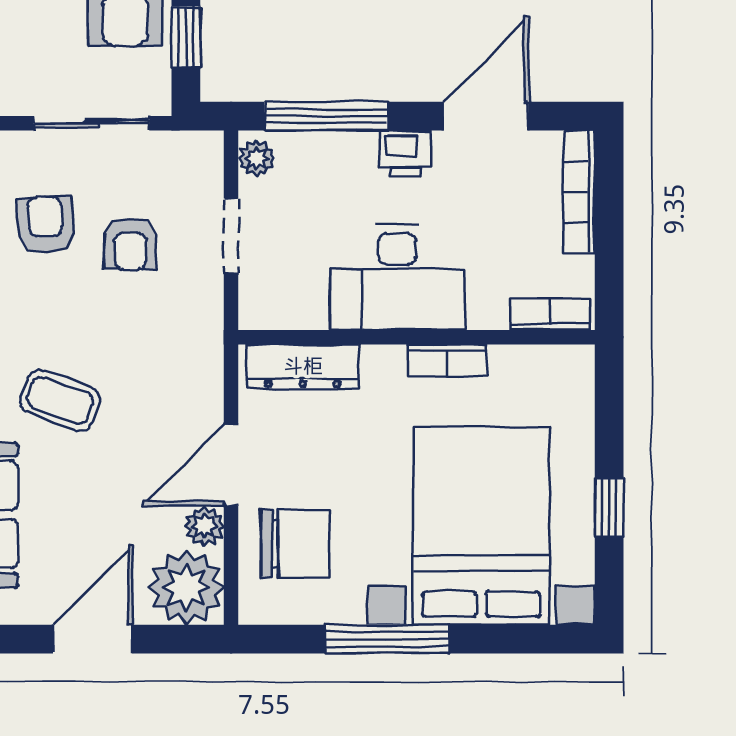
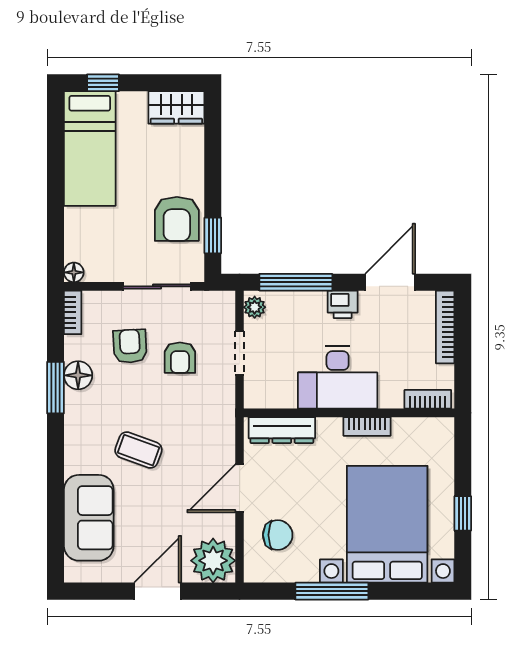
plant: (204, 526) -> (224, 524), removed
chair: (296, 544) -> (278, 535), width x0.73, depth x0.73

